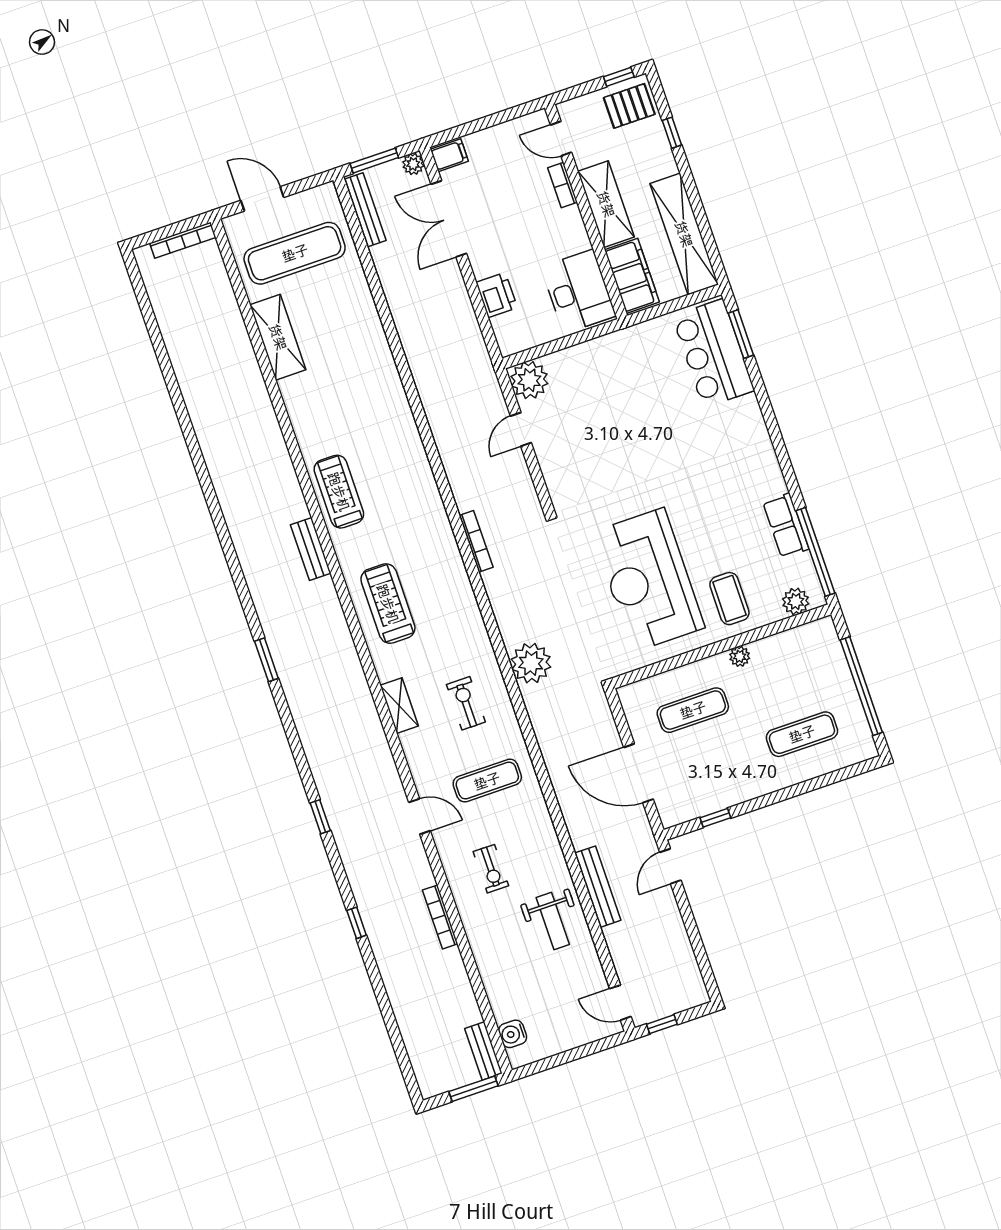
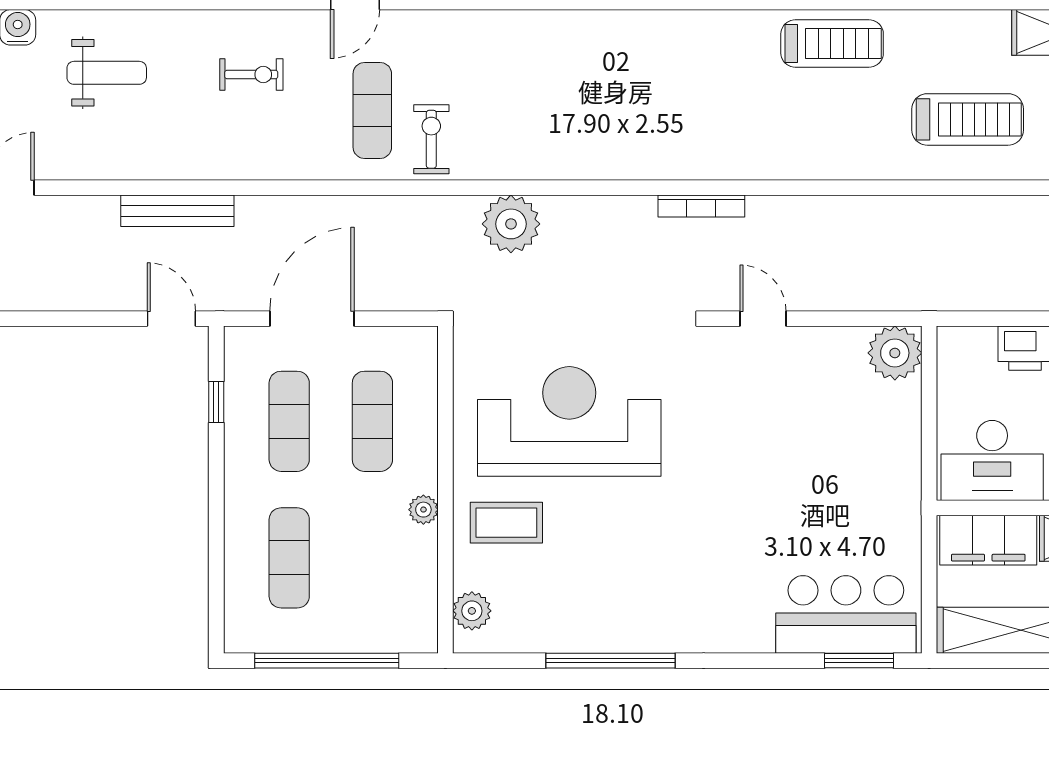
door: (521, 429) -> (763, 319), moved
row of seats: (786, 525) -> (579, 633), removed
window: (815, 552) -> (611, 661), moved
treadmill: (388, 604) -> (968, 119), moved
exercise bike: (466, 703) -> (431, 139), moved, turned -90
shelving: (399, 706) -> (515, 26), removed
exercise mat: (712, 765) -> (289, 421), added
exercise bike: (491, 869) -> (251, 75), turned 180
weight bench: (553, 921) -> (107, 73), moved, turned 180

